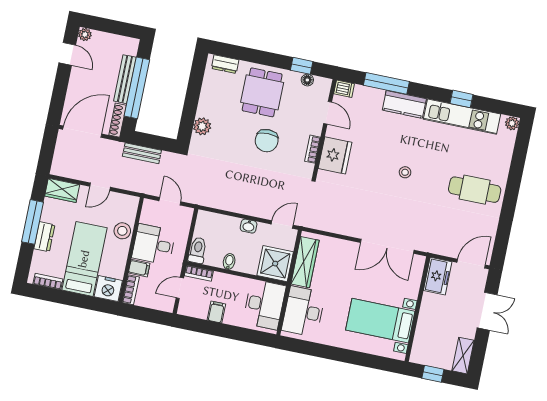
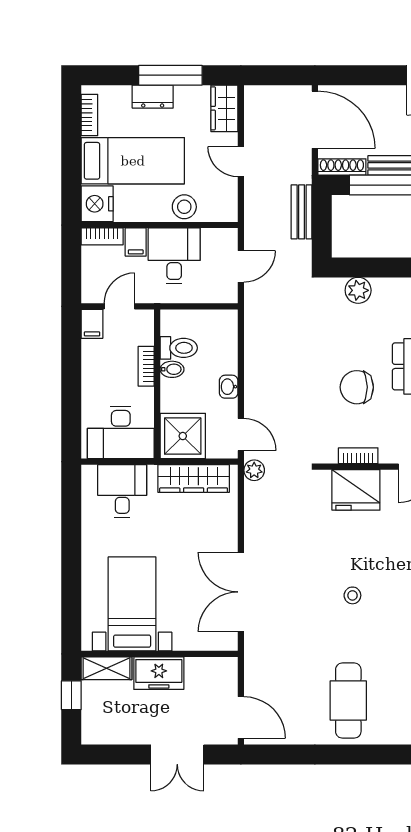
plant: (308, 221) -> (254, 470), added
toilet: (198, 250) -> (179, 348), moved
bookcase: (199, 273) -> (146, 366), moved
freezer: (438, 276) -> (159, 673), moved
door: (180, 288) -> (119, 306), hinge flipped
filing cabinet: (216, 312) -> (92, 324), moved, turned 90
desk: (304, 312) -> (122, 491), width x0.73
shelving: (463, 356) -> (107, 668), moved

